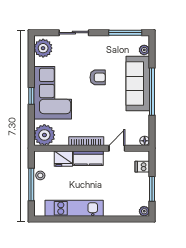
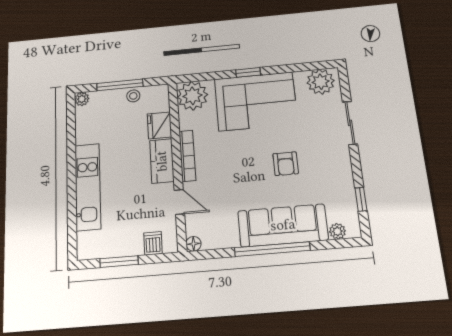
window: (125, 33) -> (361, 199), width x0.46
kitchen unit: (74, 208) -> (88, 187), moved
plant: (144, 211) -> (82, 99), moved

